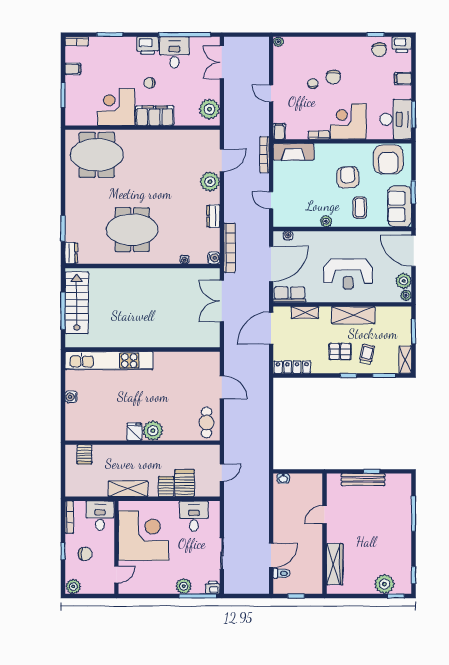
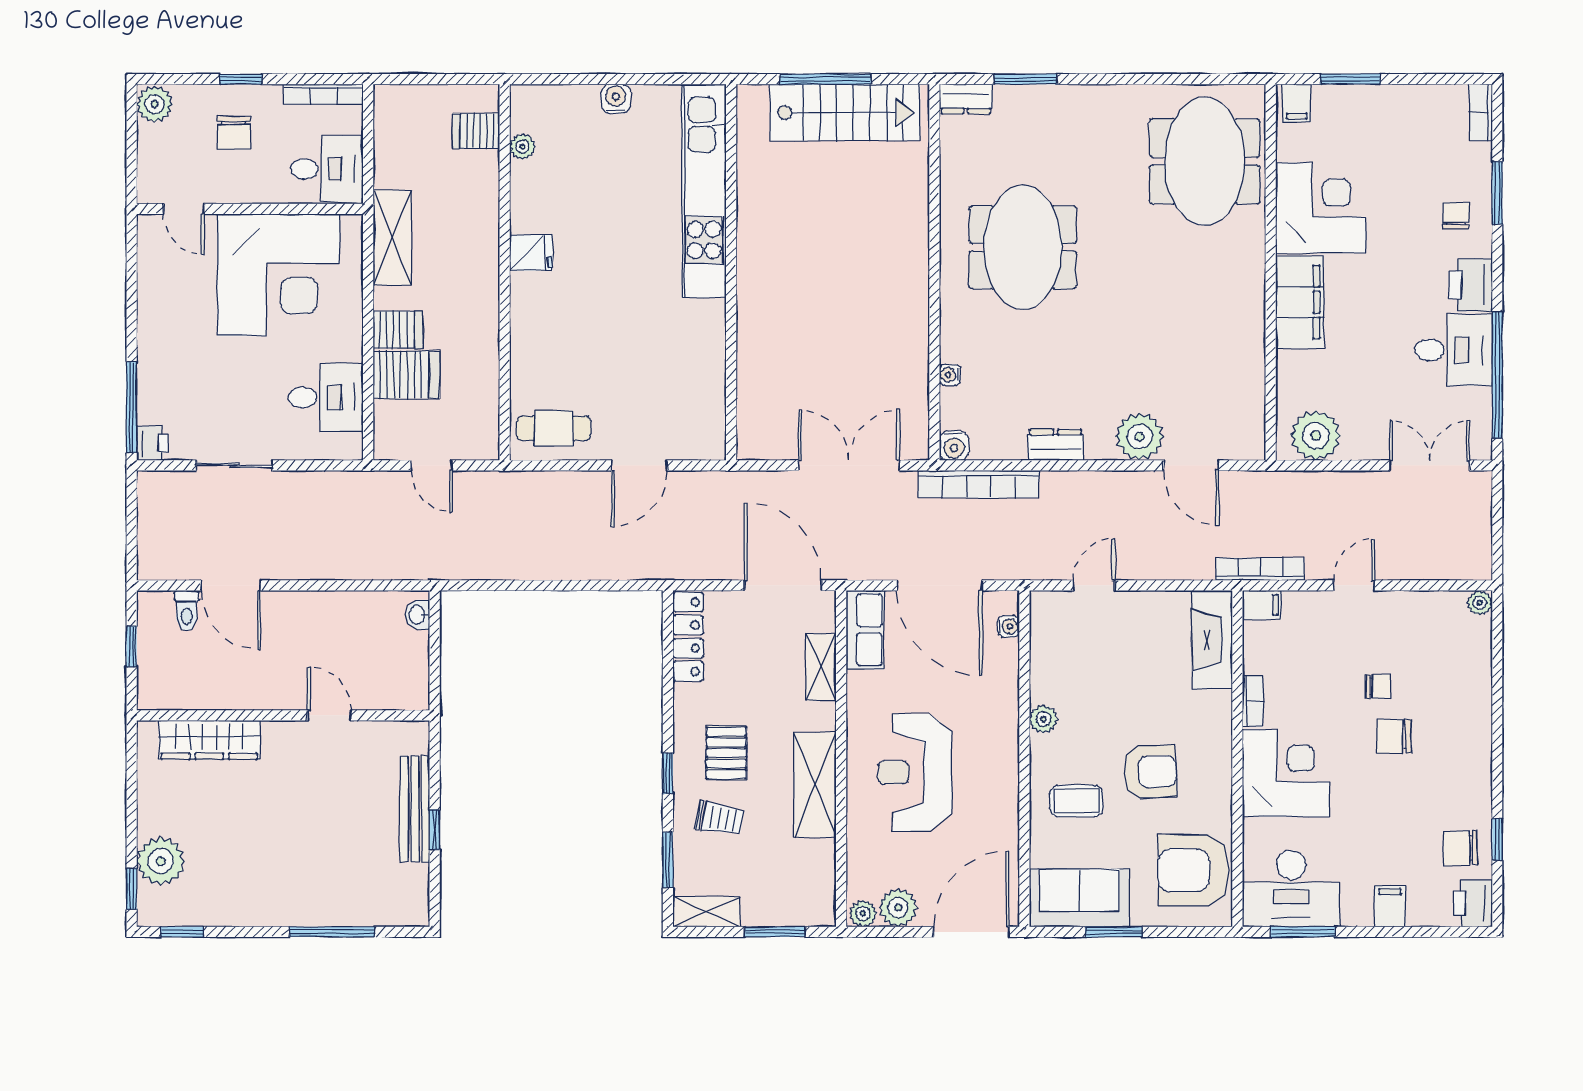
filing cabinet: (73, 69) -> (1297, 103), moved
chair: (149, 83) -> (1456, 216), moved
bookcase: (264, 155) -> (1260, 569), moved
plant: (153, 431) -> (523, 147), moved, width x0.53, depth x0.53
plant: (184, 586) -> (155, 373), removed

